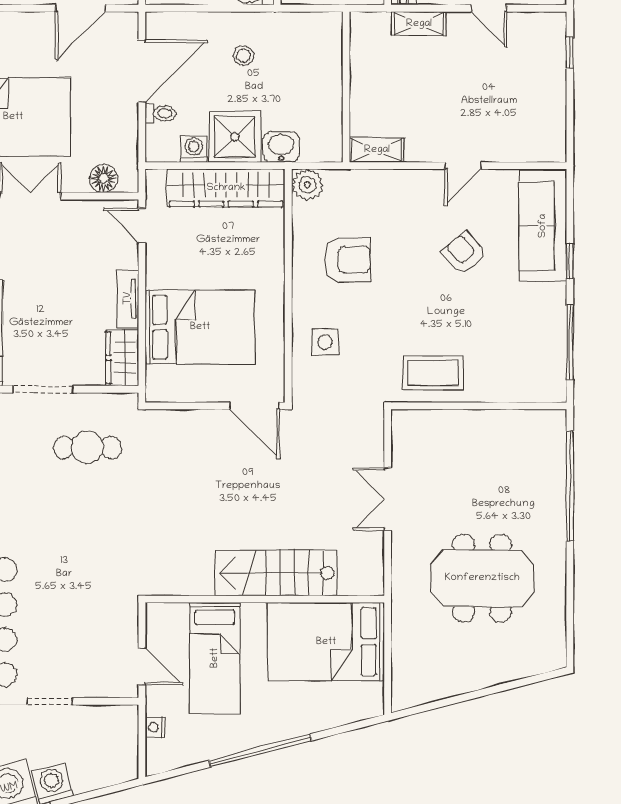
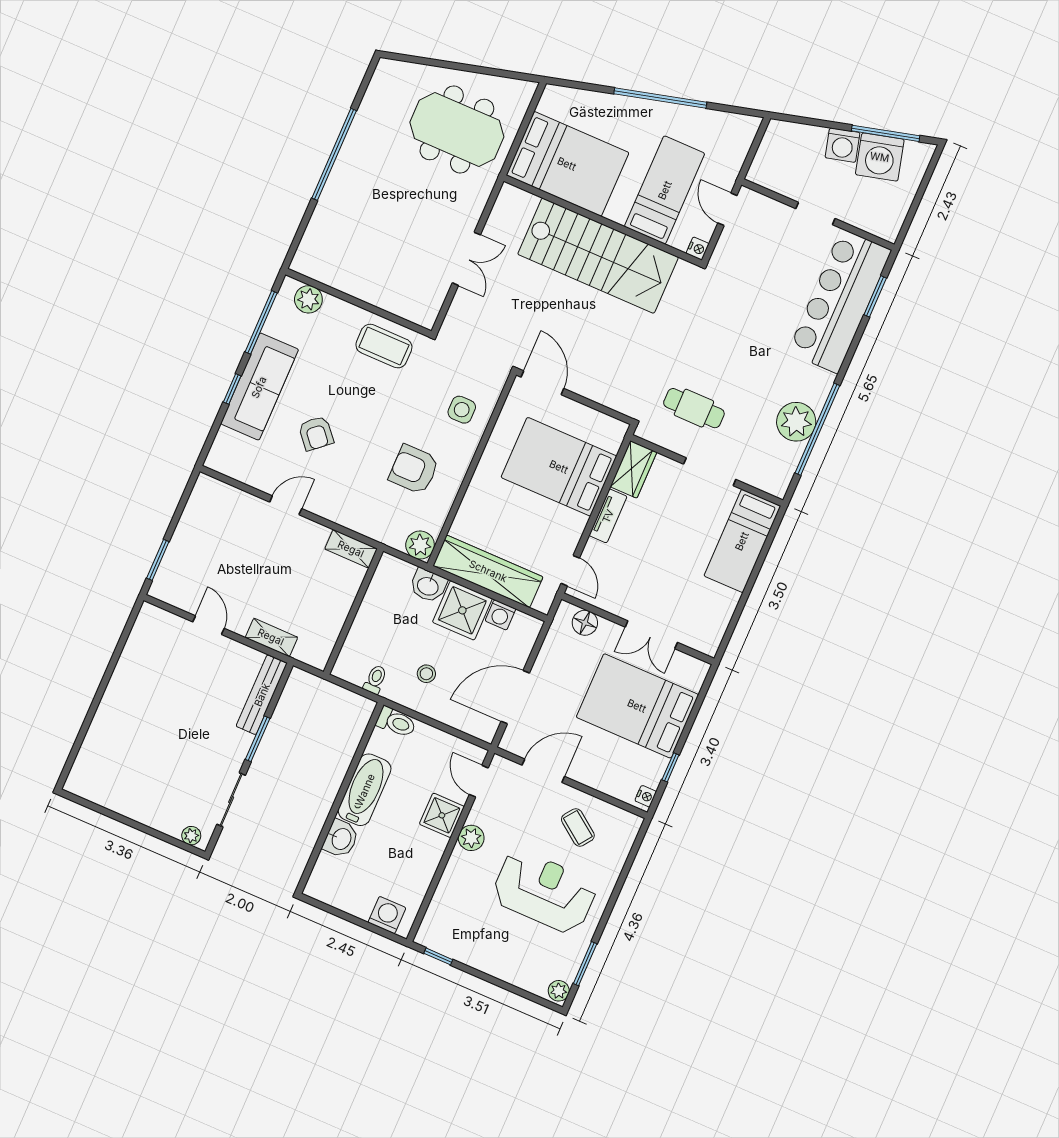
window: (570, 53) -> (158, 560), width x1.50
toilet: (161, 113) -> (375, 679), moved, turned 90
sofa: (543, 226) -> (259, 387), moved
plant: (532, 387) -> (308, 299), added
window: (570, 486) -> (334, 154), moved
stairs: (276, 573) -> (598, 256), width x1.36, depth x1.51
meeting table: (482, 578) -> (457, 129), moved
nightstand: (155, 727) -> (698, 249), moved

